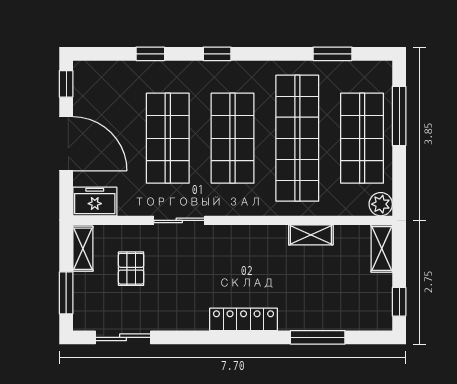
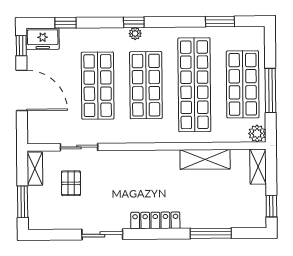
window: (150, 54) -> (66, 23), moved
plant: (219, 69) -> (135, 34), added
window: (399, 116) -> (270, 90), moved
freezer: (95, 202) -> (43, 39), moved, turned 180
sliding door: (179, 220) -> (79, 147), moved
shelving: (311, 235) -> (205, 159), width x1.50, depth x1.33
sliding door: (123, 337) -> (102, 234), moved

